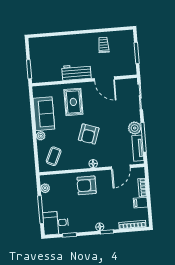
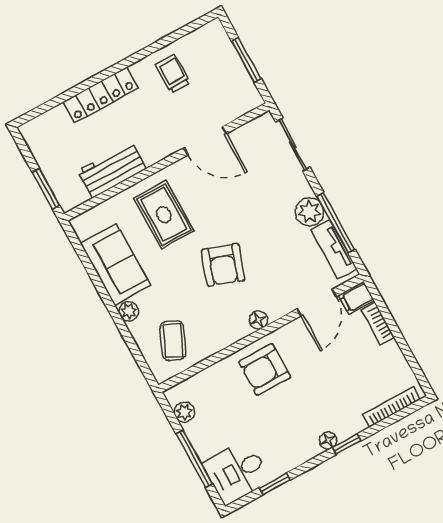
locker: (69, 40) -> (101, 95), added
workbench: (76, 72) -> (112, 170), moved
filing cabinet: (140, 203) -> (356, 298), moved

